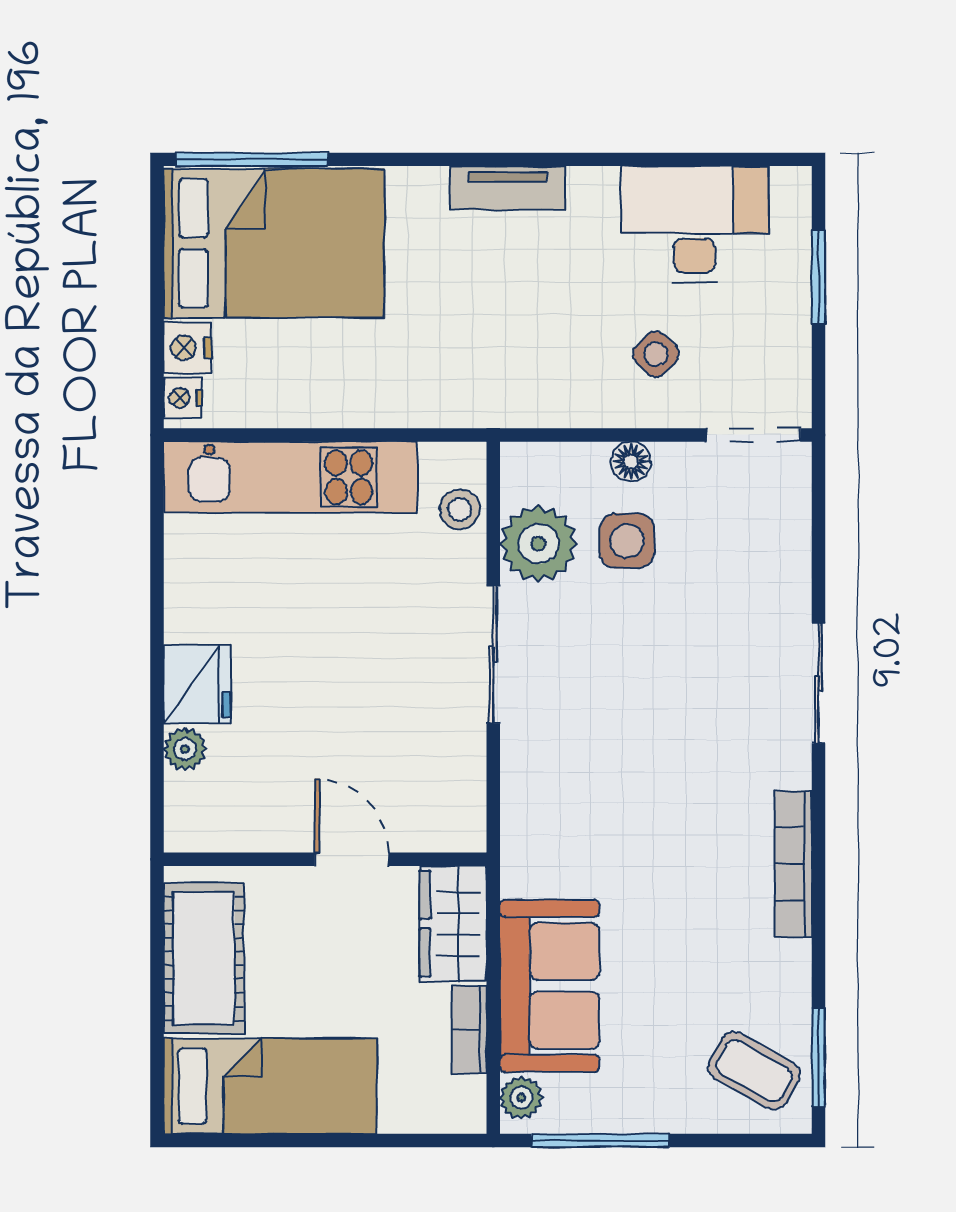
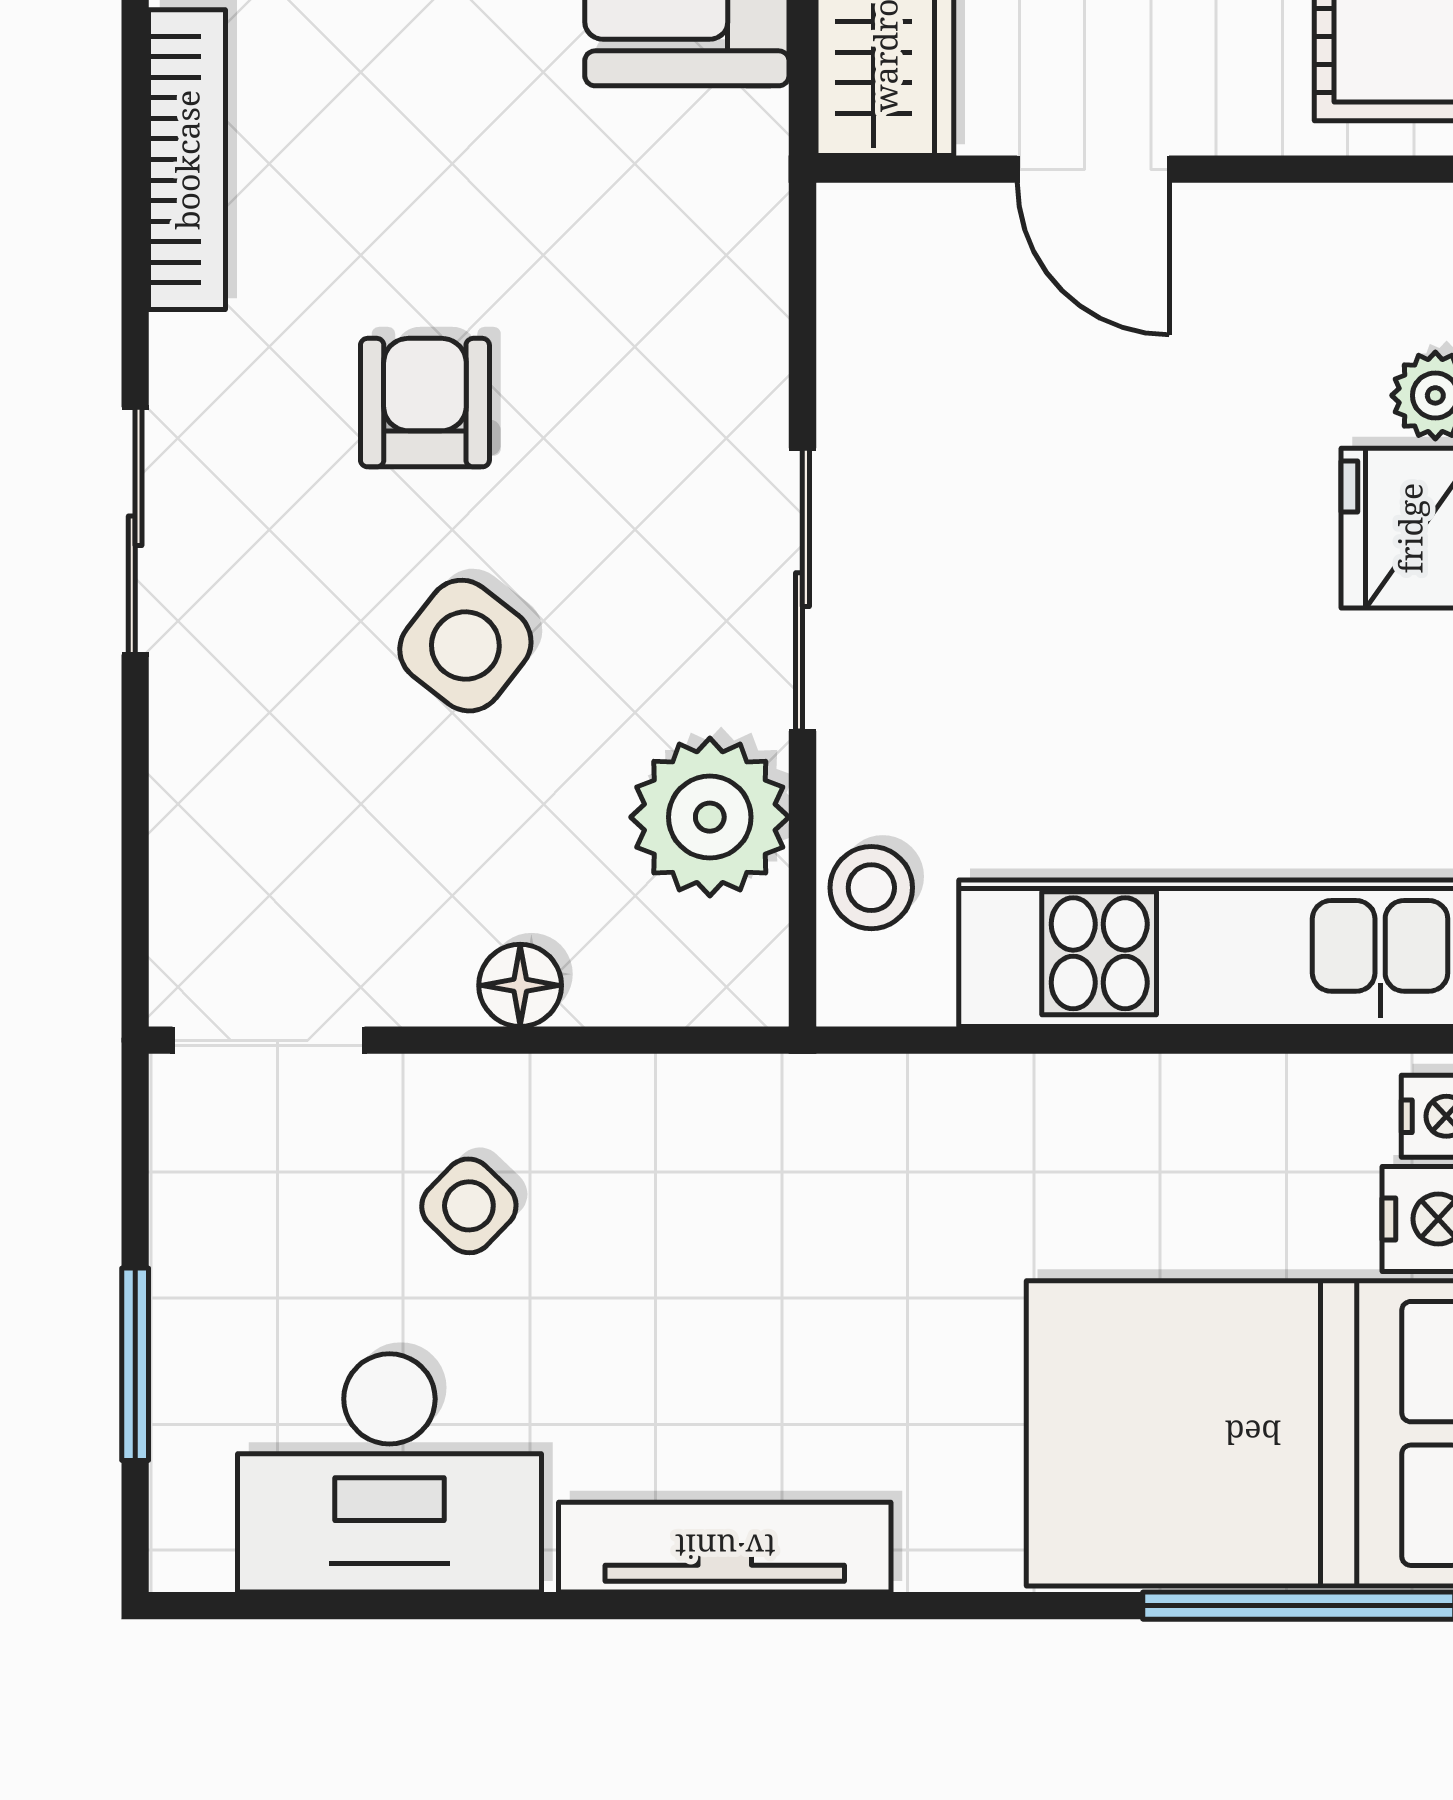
tv unit: (508, 188) -> (725, 1547), width x1.41
side table: (627, 541) -> (465, 646), moved, turned 38
armchair: (677, 746) -> (425, 403), added

